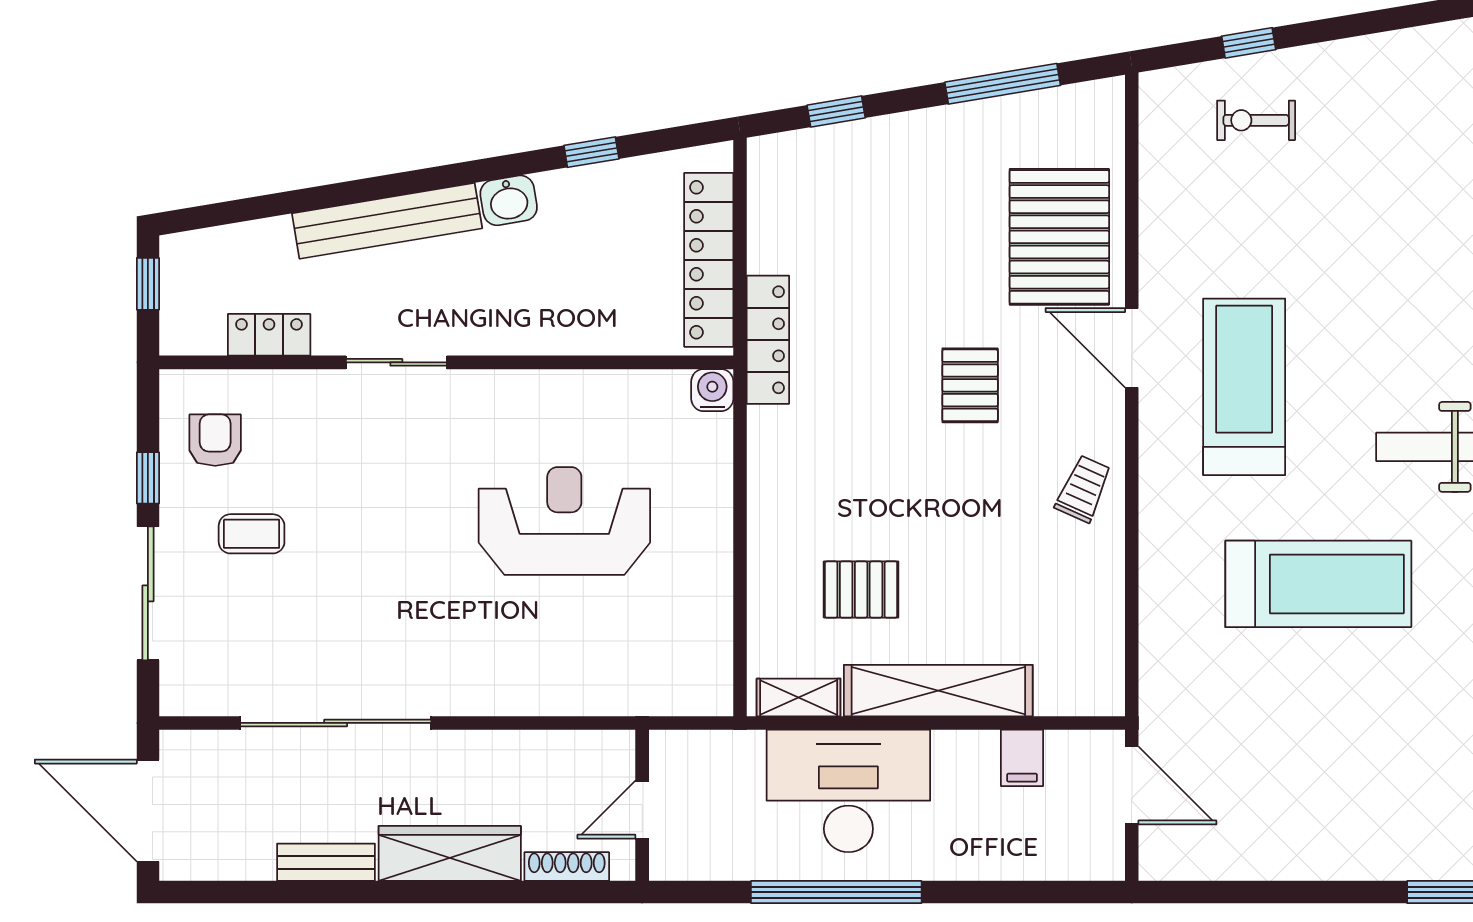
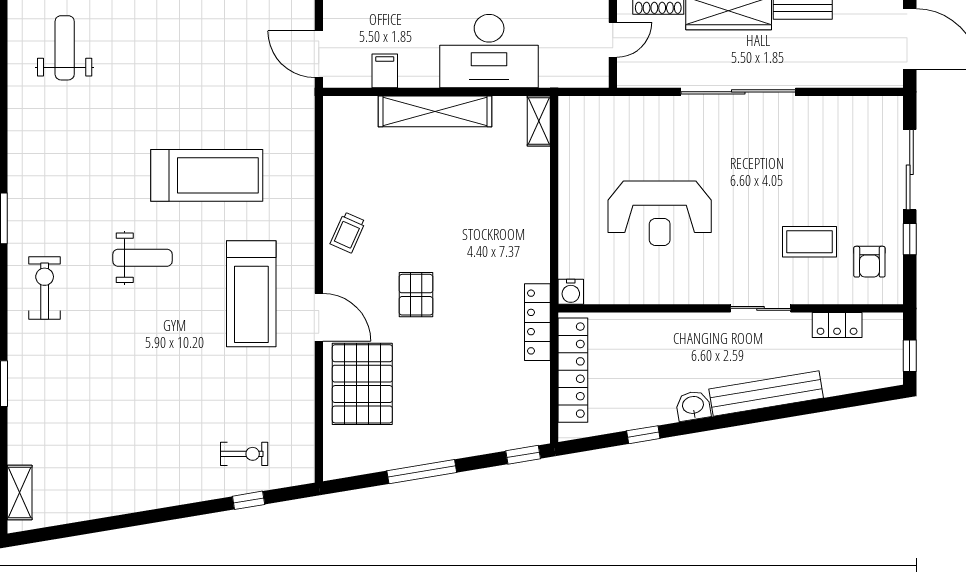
window: (1003, 84) -> (422, 472), moved
window: (836, 111) -> (523, 455), moved
coffee table: (252, 534) -> (809, 242), moved, width x1.36, depth x1.30
treadmill: (1318, 584) -> (207, 175), turned 180
pallet: (861, 590) -> (481, 172), removed
shelving: (799, 697) -> (539, 121), moved, turned 90
sliding door: (336, 723) -> (738, 92), moved

